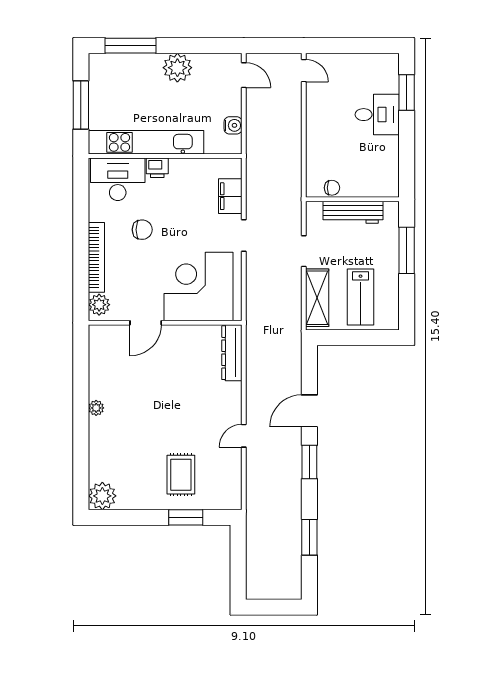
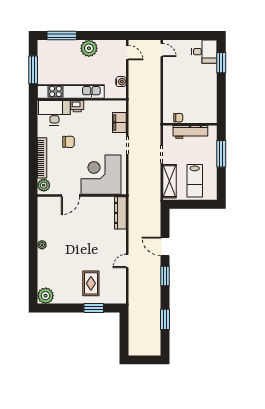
desk: (377, 115) -> (204, 52), moved
door: (309, 411) -> (165, 246), hinge flipped

